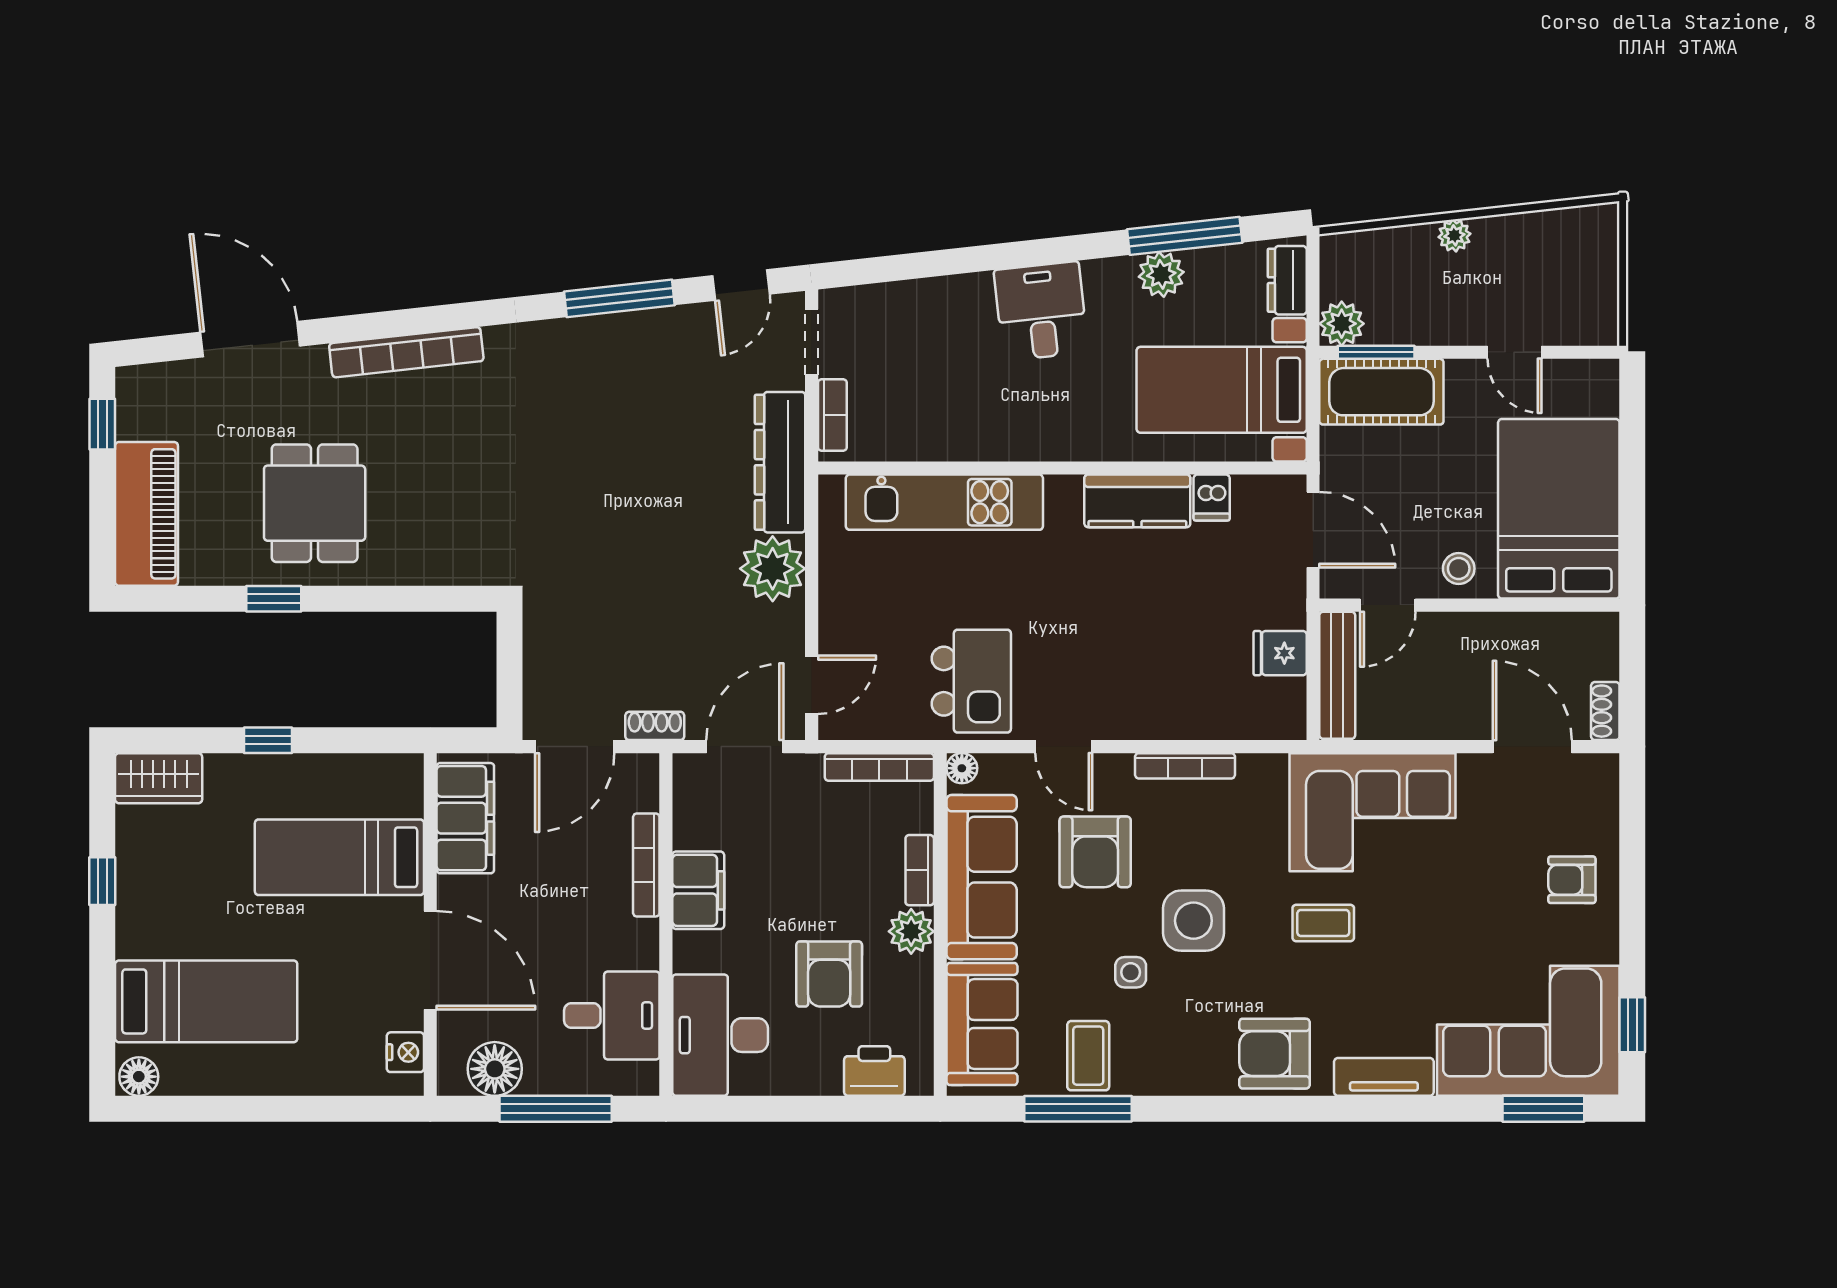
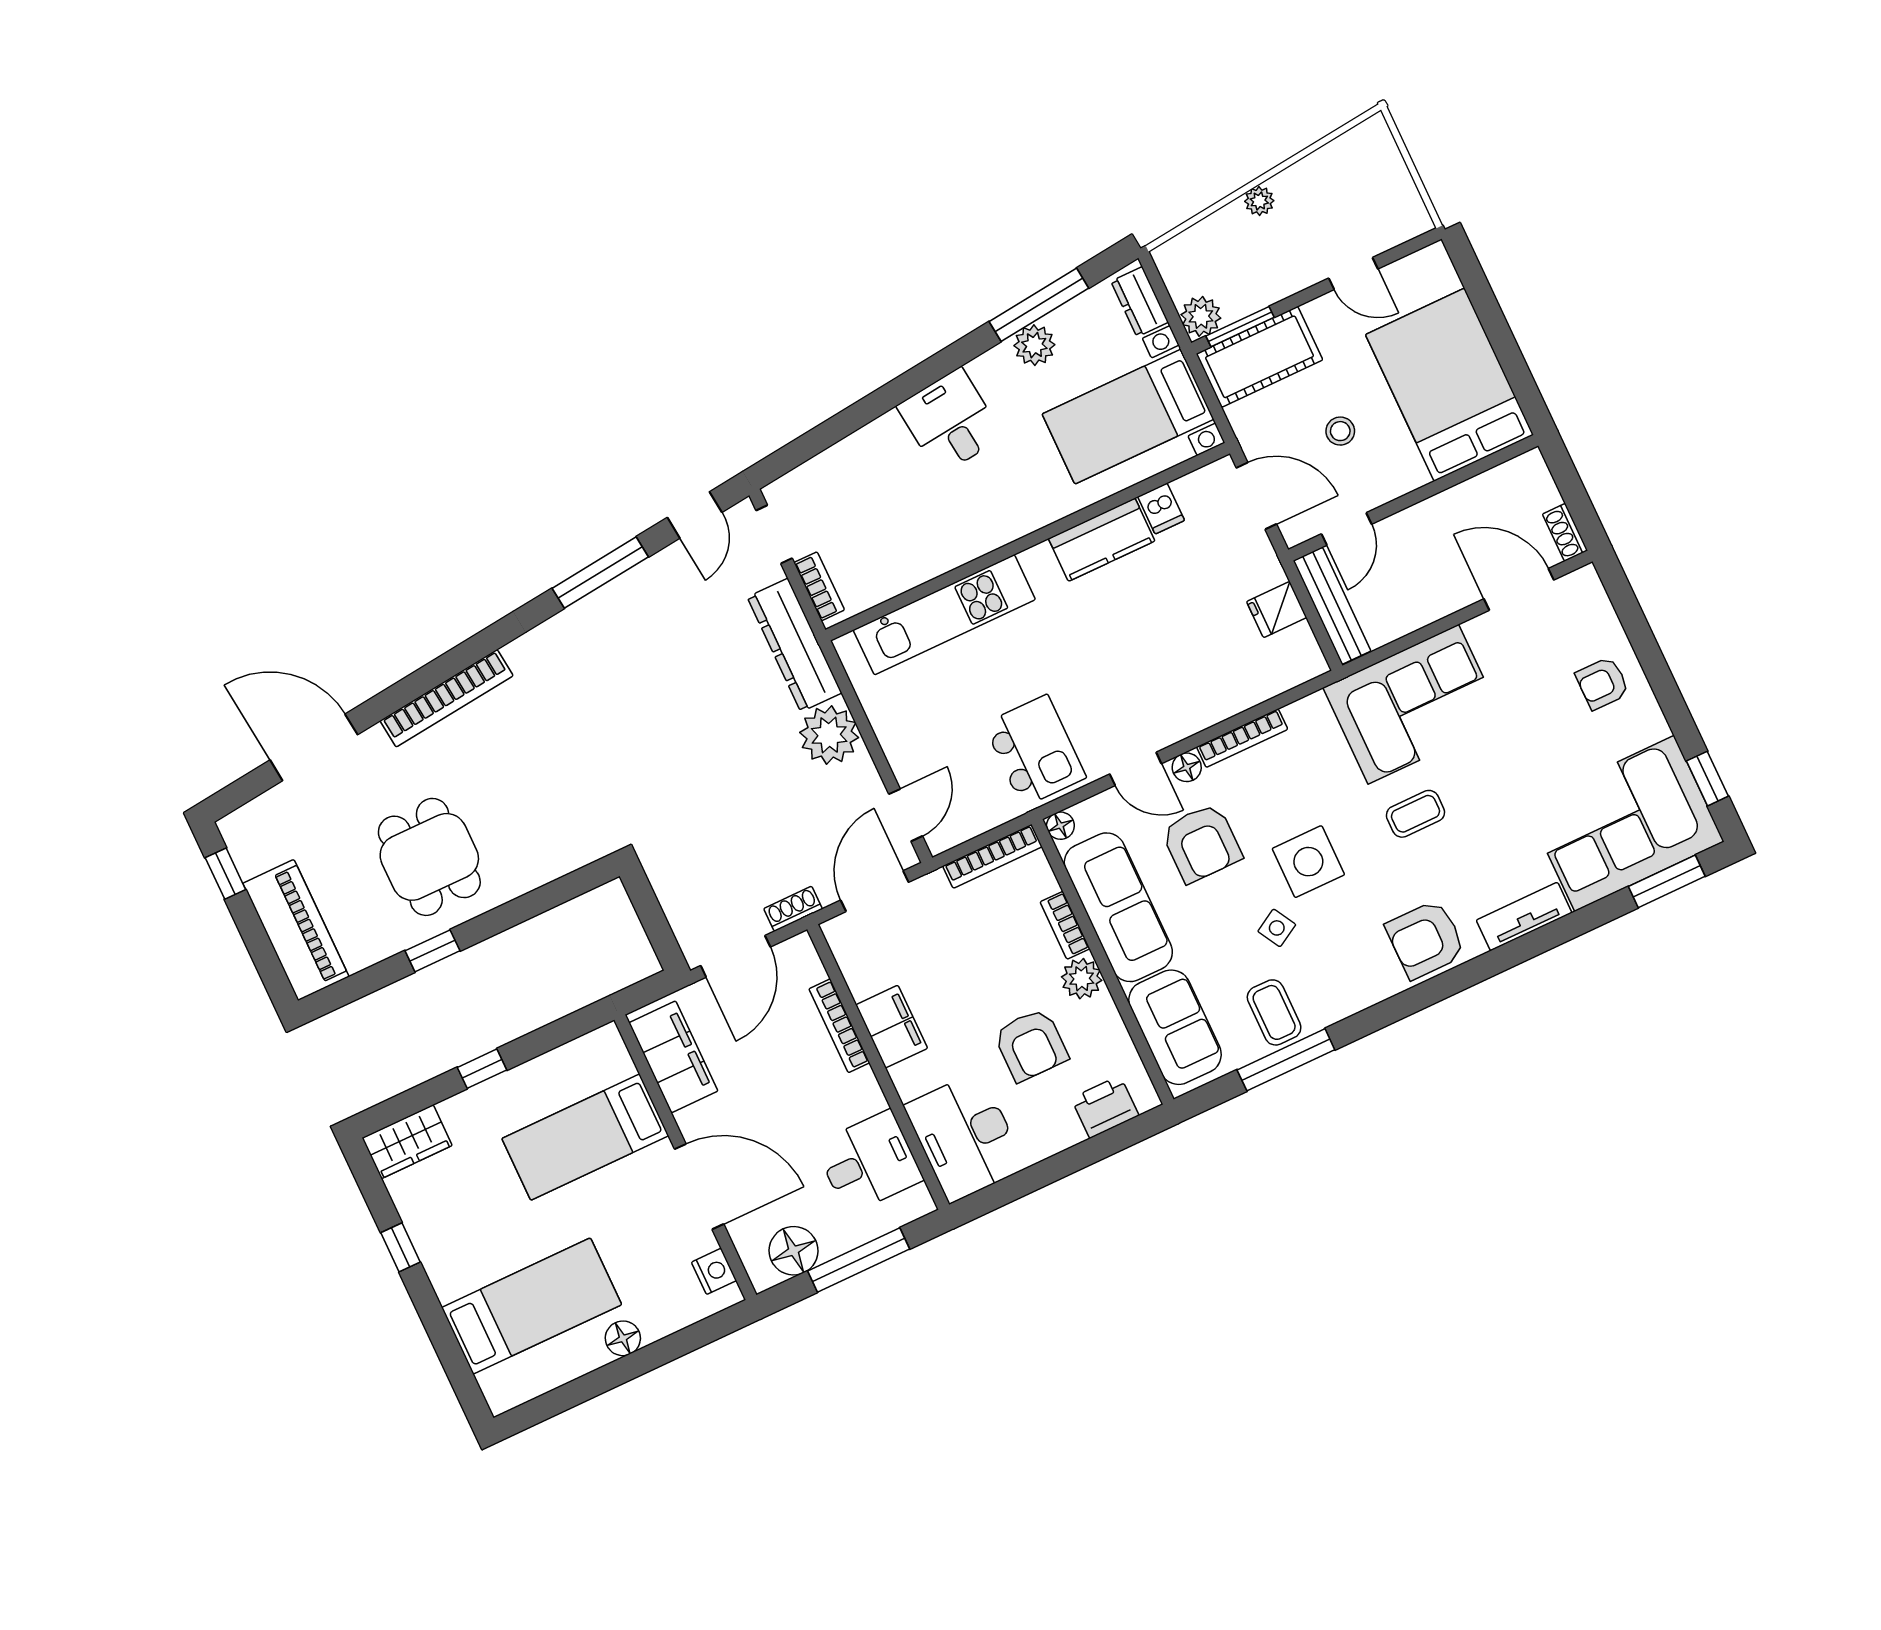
stool: (1459, 569) -> (1340, 431), moved
floor lamp: (1116, 769) -> (1187, 767), added
side table: (1131, 972) -> (1277, 928), turned -30
floor lamp: (139, 1077) -> (623, 1338), moved

